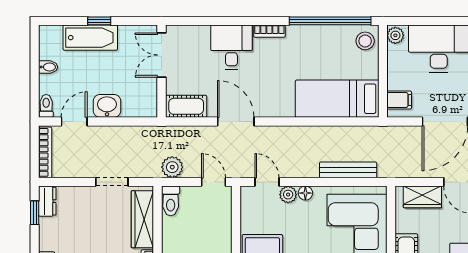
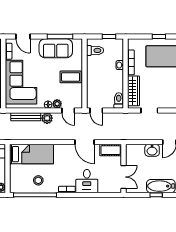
stool: (365, 41) -> (38, 180), moved
plant: (172, 167) -> (47, 118), moved

